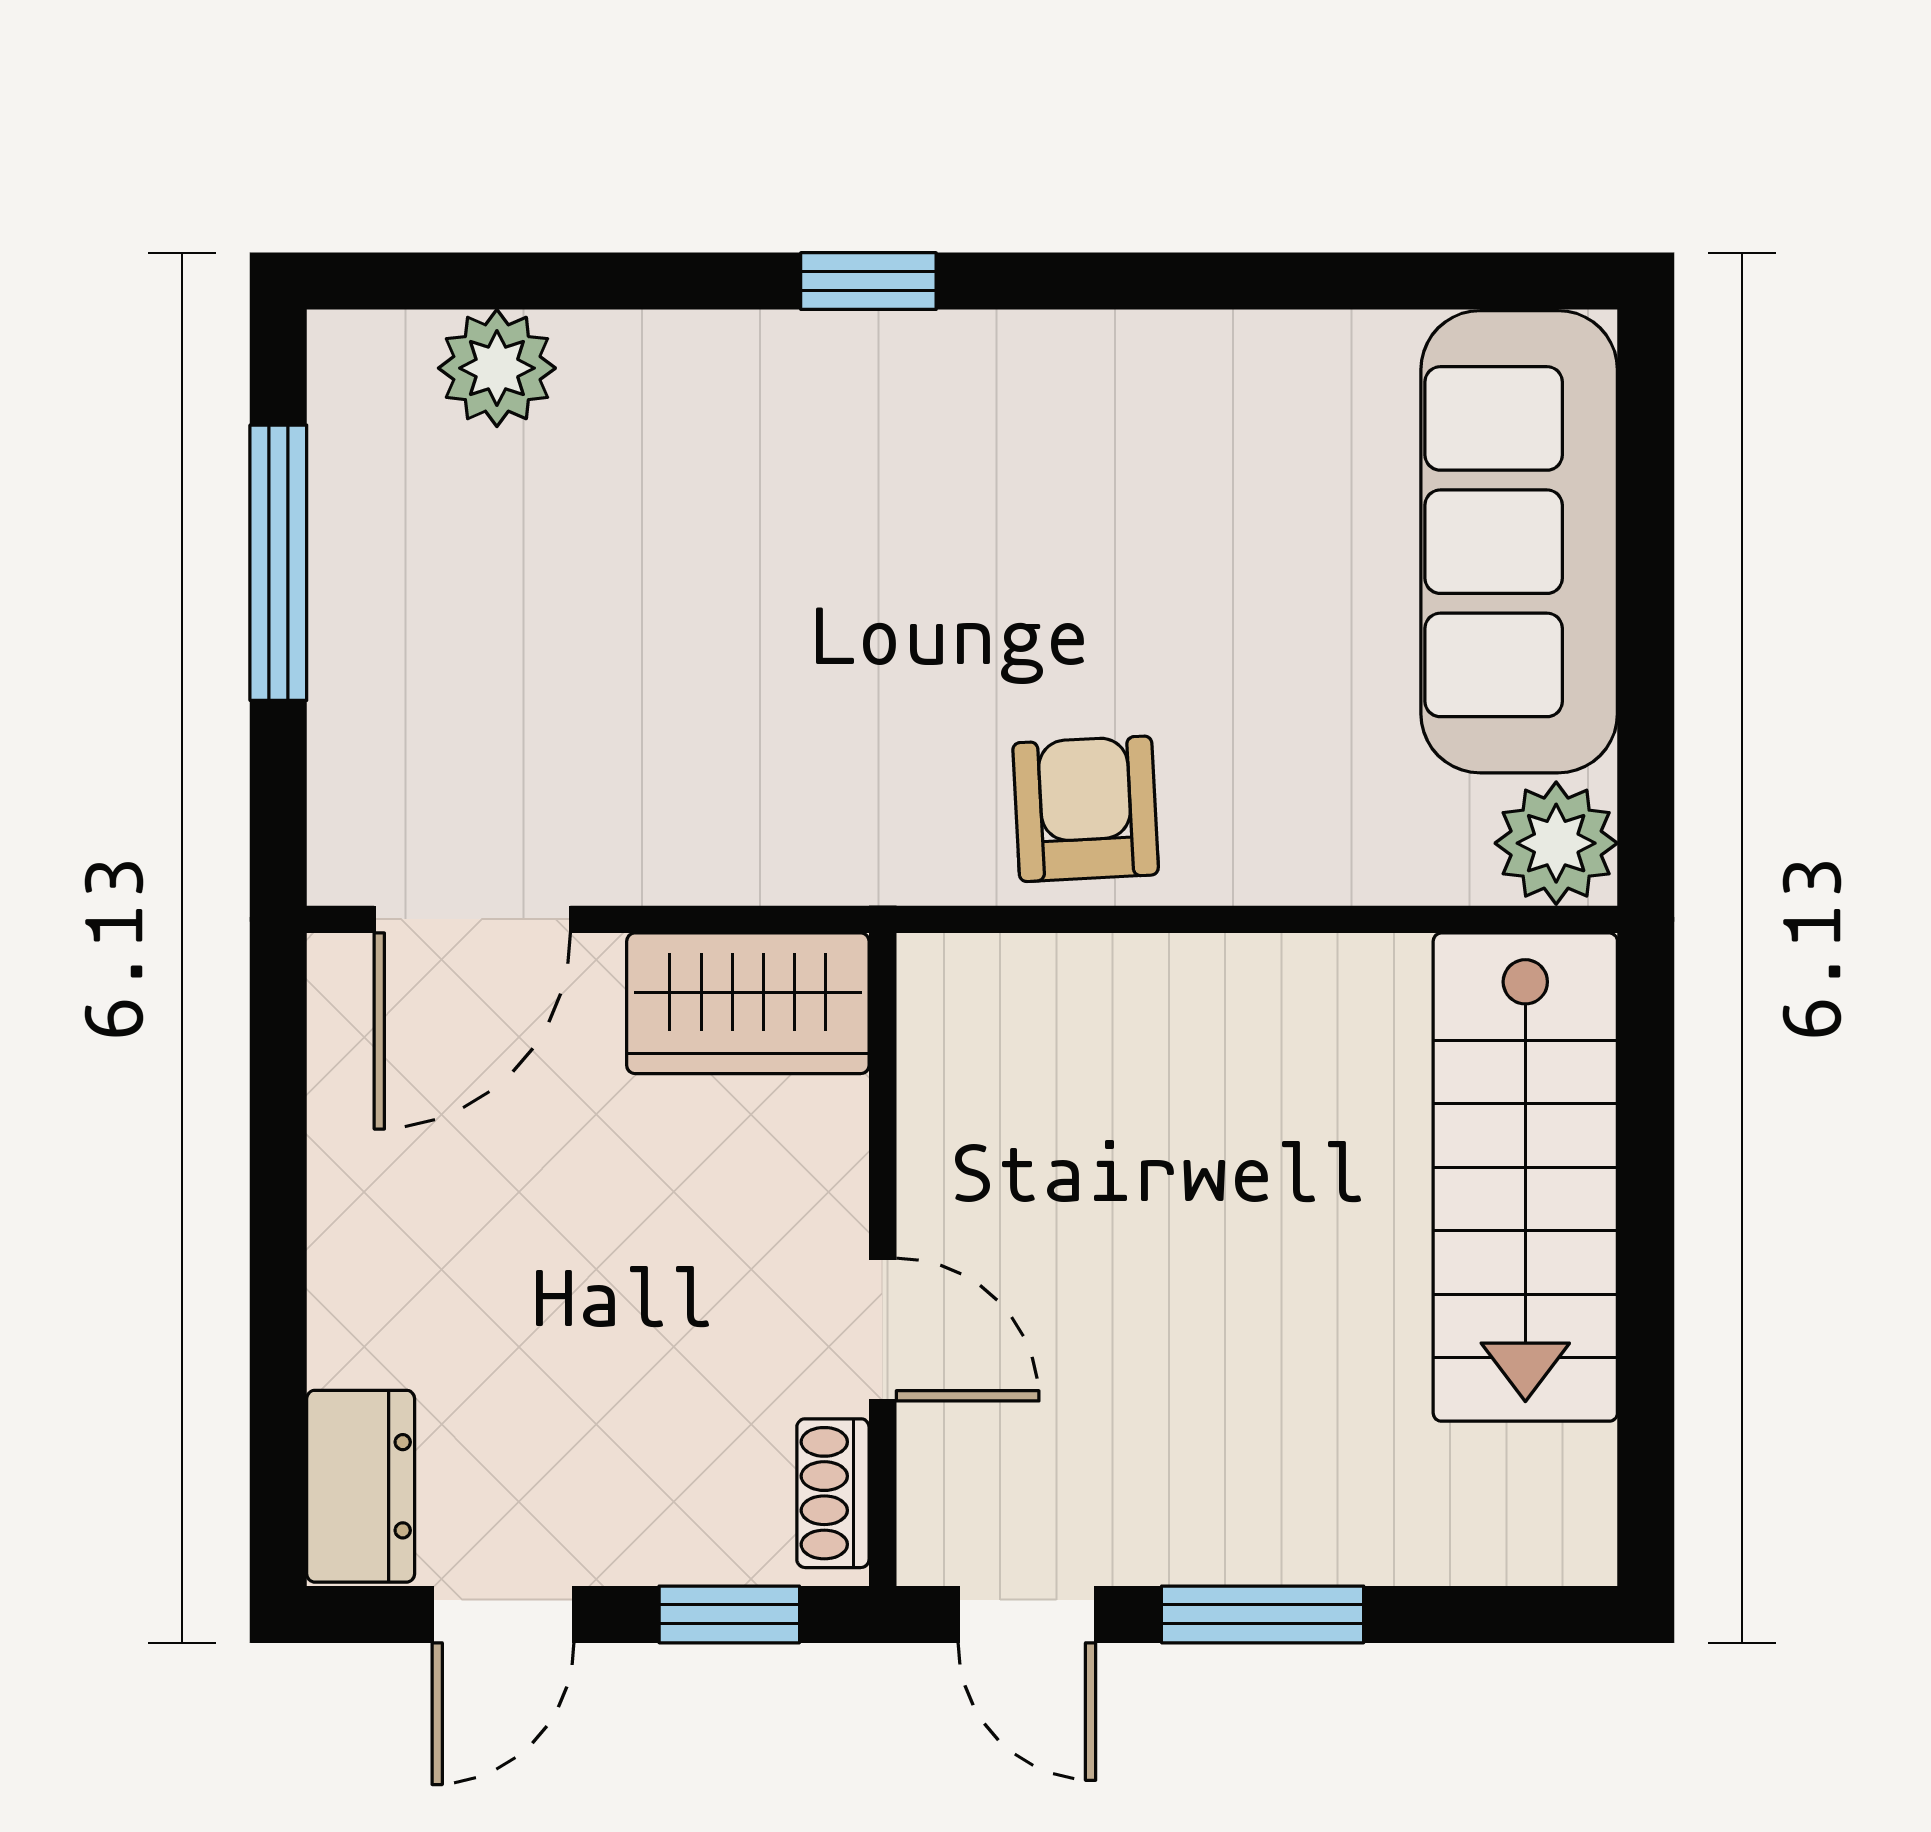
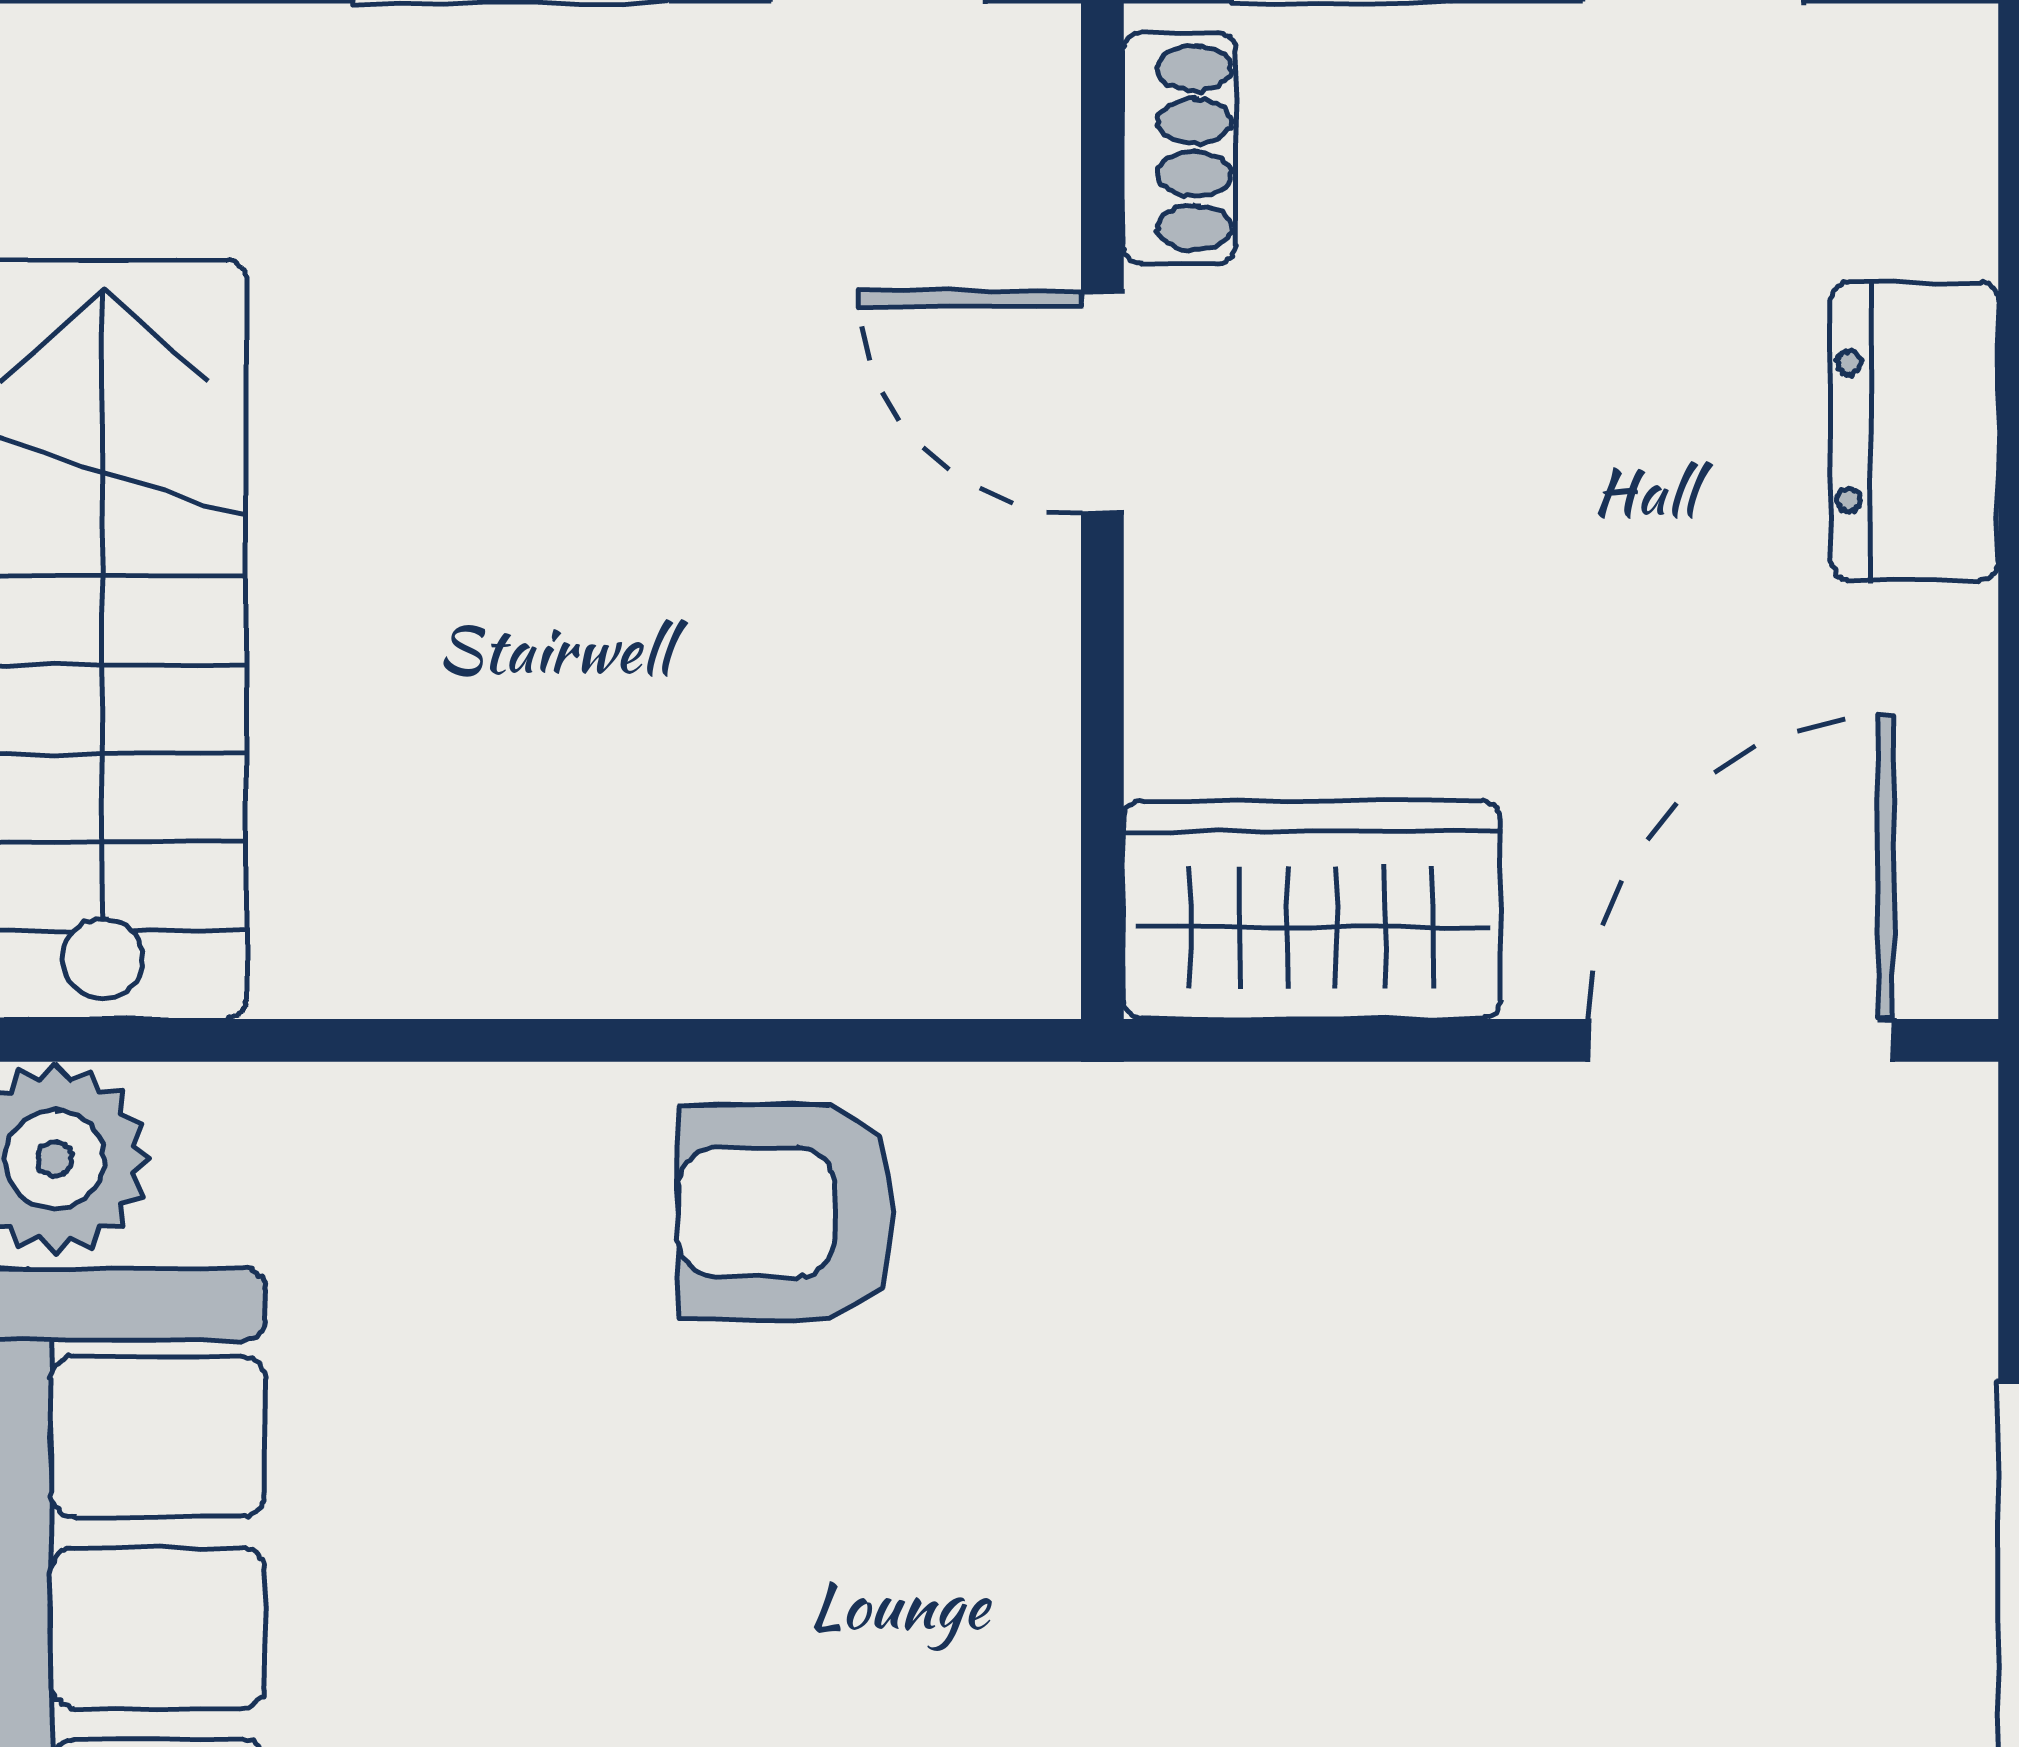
armchair: (1086, 809) -> (787, 1212), turned 93
dresser: (361, 1486) -> (1914, 431), moved

